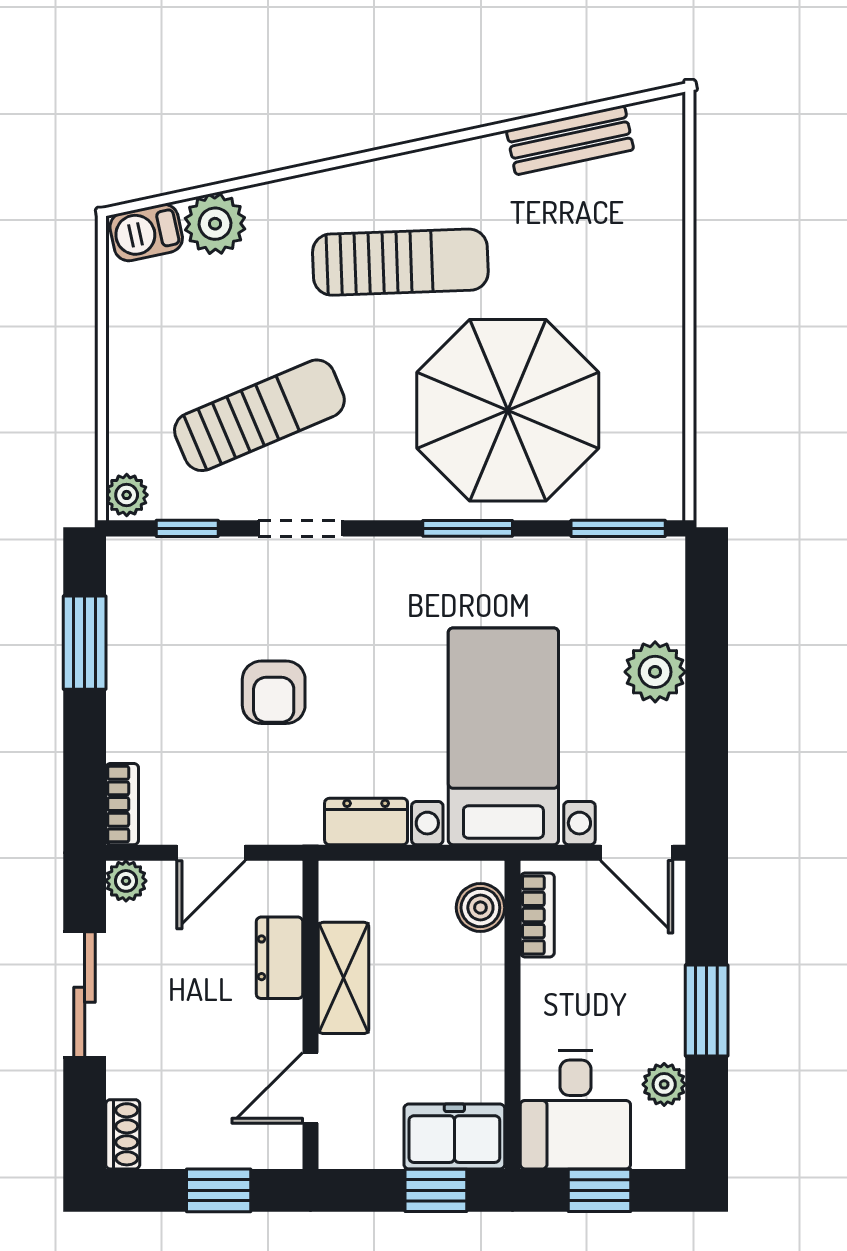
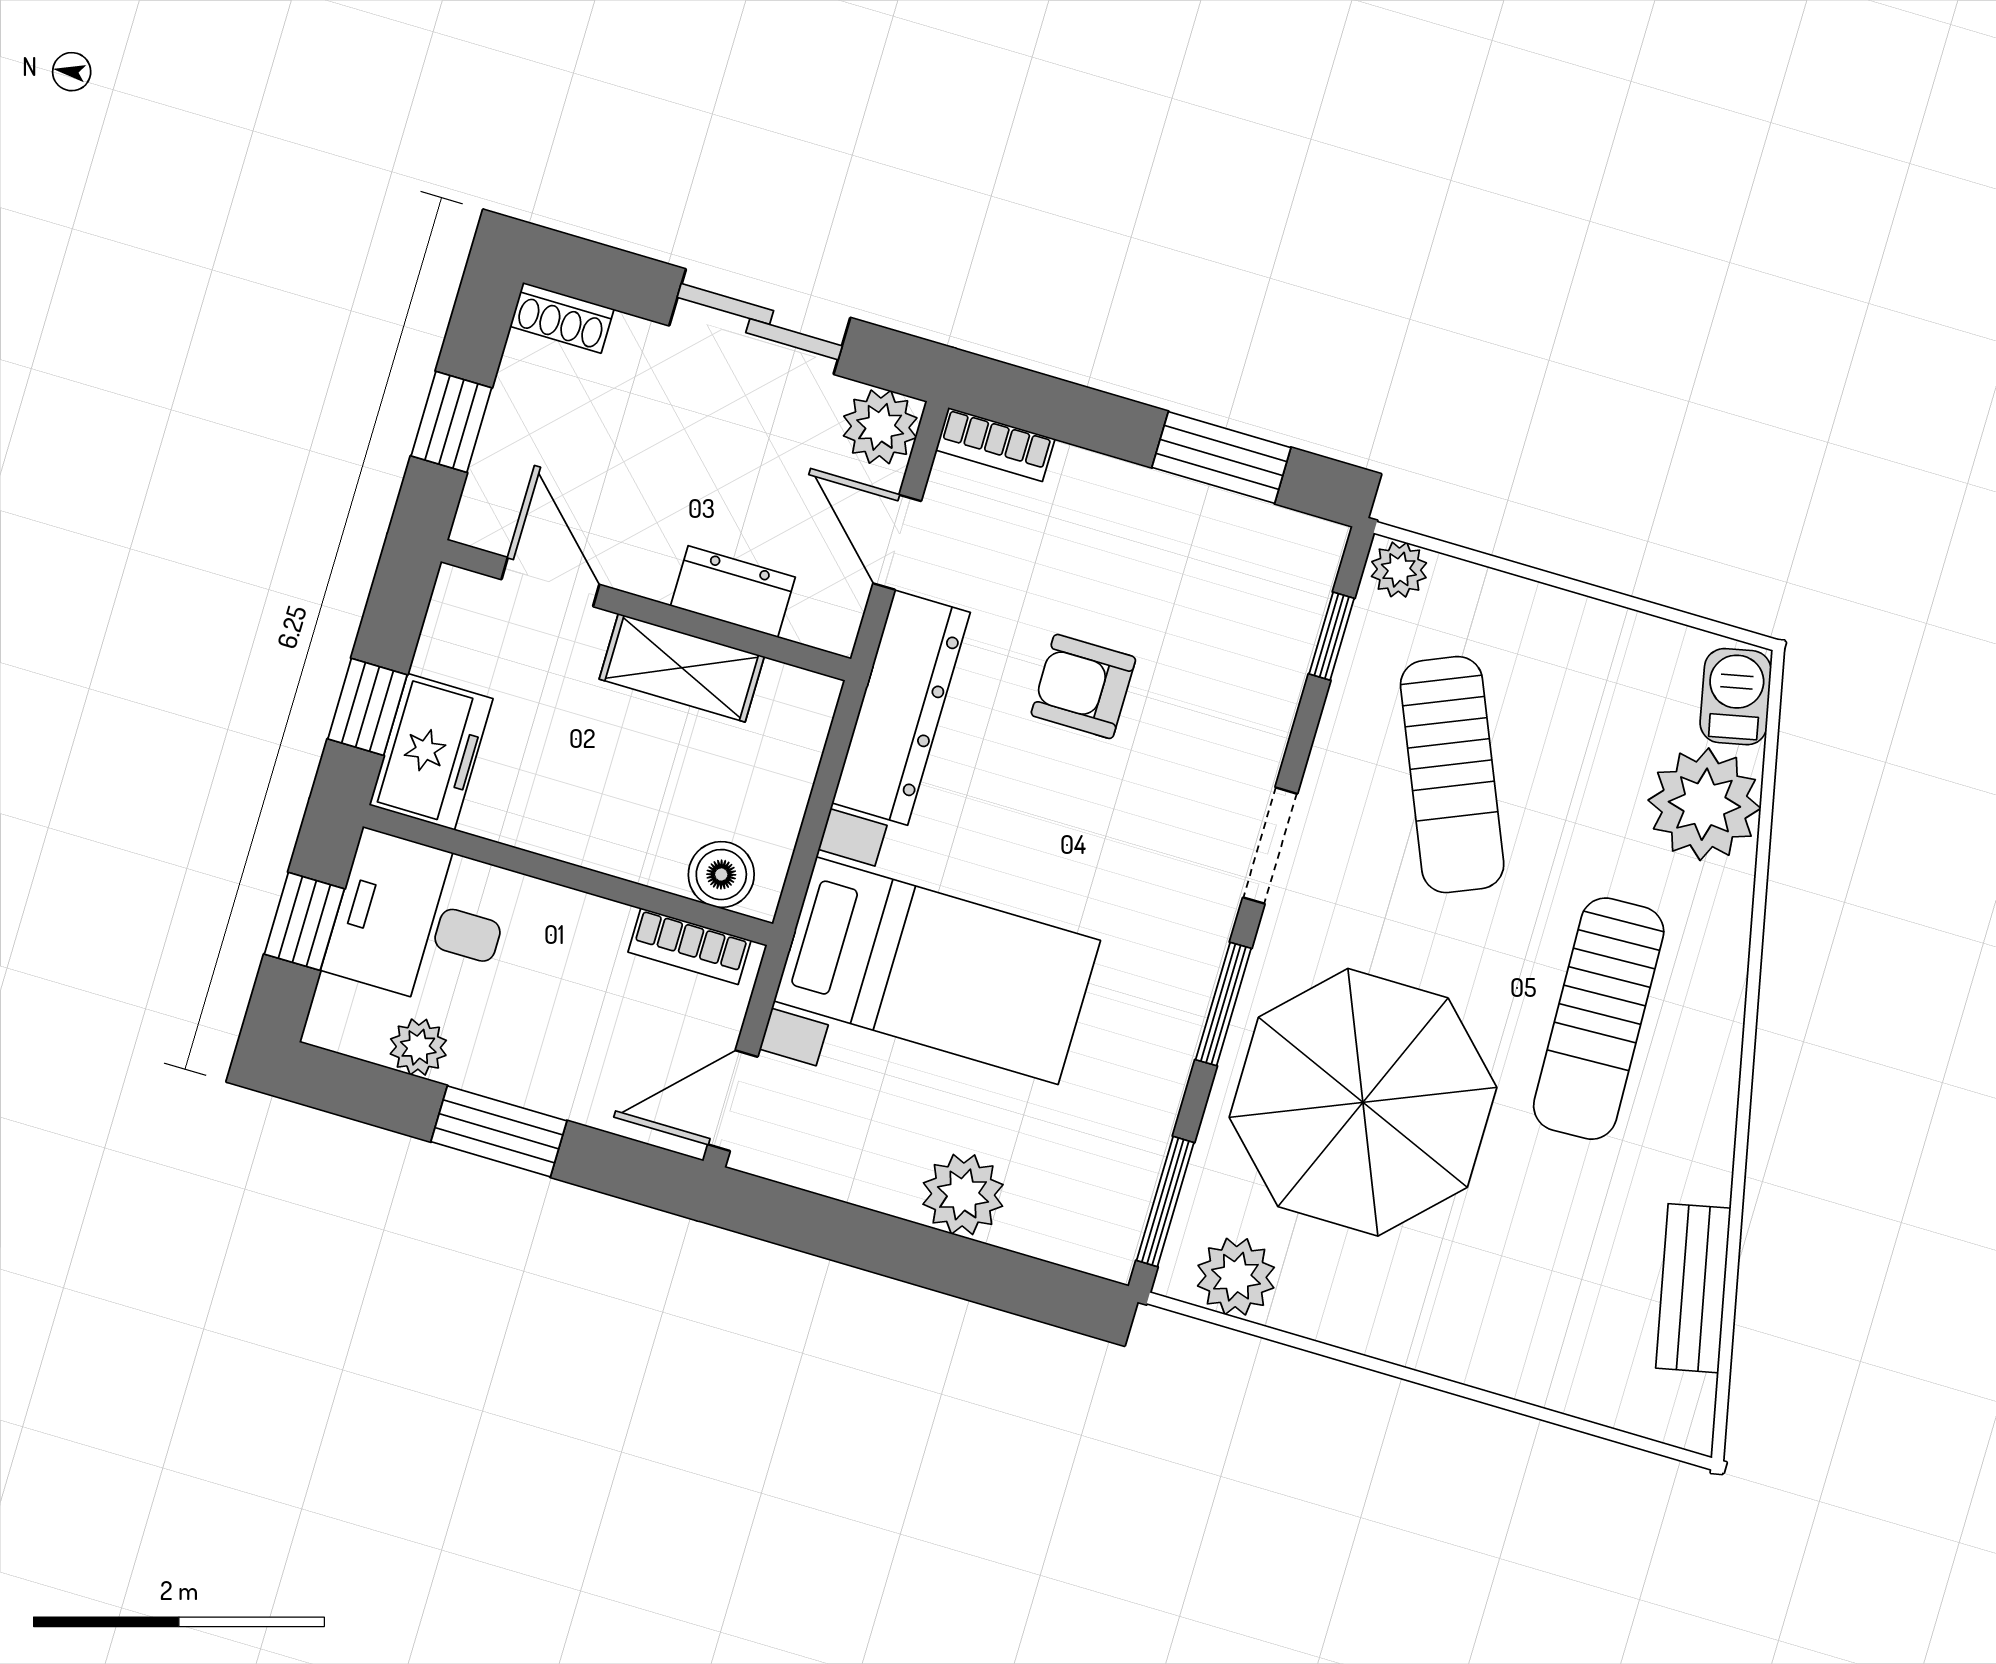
plant: (215, 224) -> (1704, 804), width x1.36, depth x1.36
plant: (656, 463) -> (1236, 1277), added
doorway: (301, 528) -> (1270, 846), moved
dresser: (366, 822) -> (901, 708), width x1.96, depth x1.24
plant: (126, 881) -> (880, 427), width x1.38, depth x1.38

